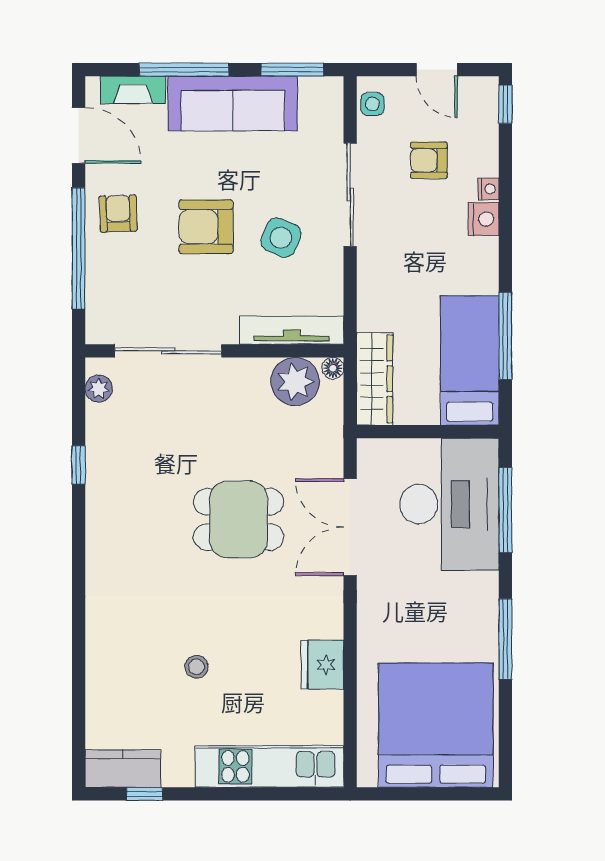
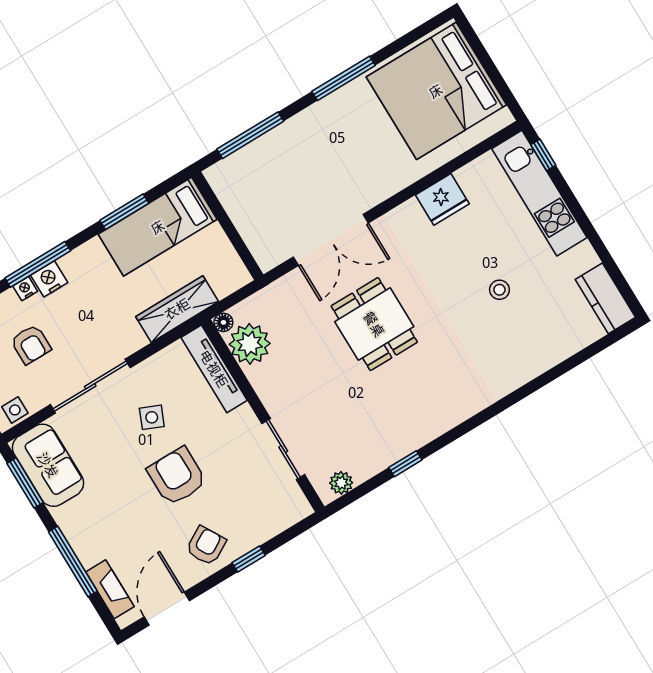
sofa: (233, 103) -> (48, 465), moved, width x0.73
armchair: (118, 214) -> (206, 546), turned 152
window: (505, 216) -> (38, 264), added
armchair: (206, 227) -> (177, 476), turned 180
side table: (281, 238) -> (152, 417), width x0.73, depth x0.73
window: (79, 248) -> (249, 559), width x0.32
window: (505, 336) -> (124, 212), width x0.69
sliding door: (168, 351) -> (283, 449), width x0.73
wardrobe: (375, 379) -> (177, 309), moved
desk: (449, 504) -> (270, 178), removed
window: (145, 794) -> (543, 155), moved

